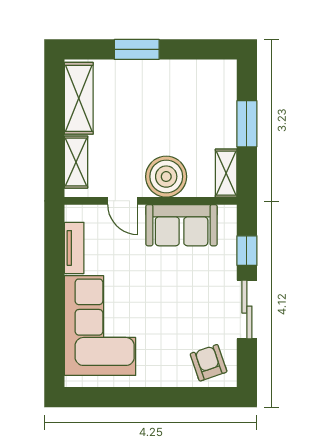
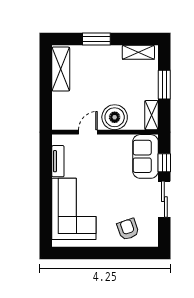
shelving: (76, 162) -> (138, 52), moved, turned 90
door: (123, 201) -> (88, 132), swing flipped
sofa: (182, 225) -> (145, 156), moved, turned 90
armchair: (209, 363) -> (128, 229), moved

